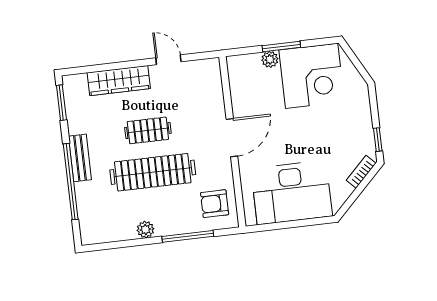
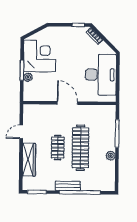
armchair: (215, 204) -> (102, 117), removed

